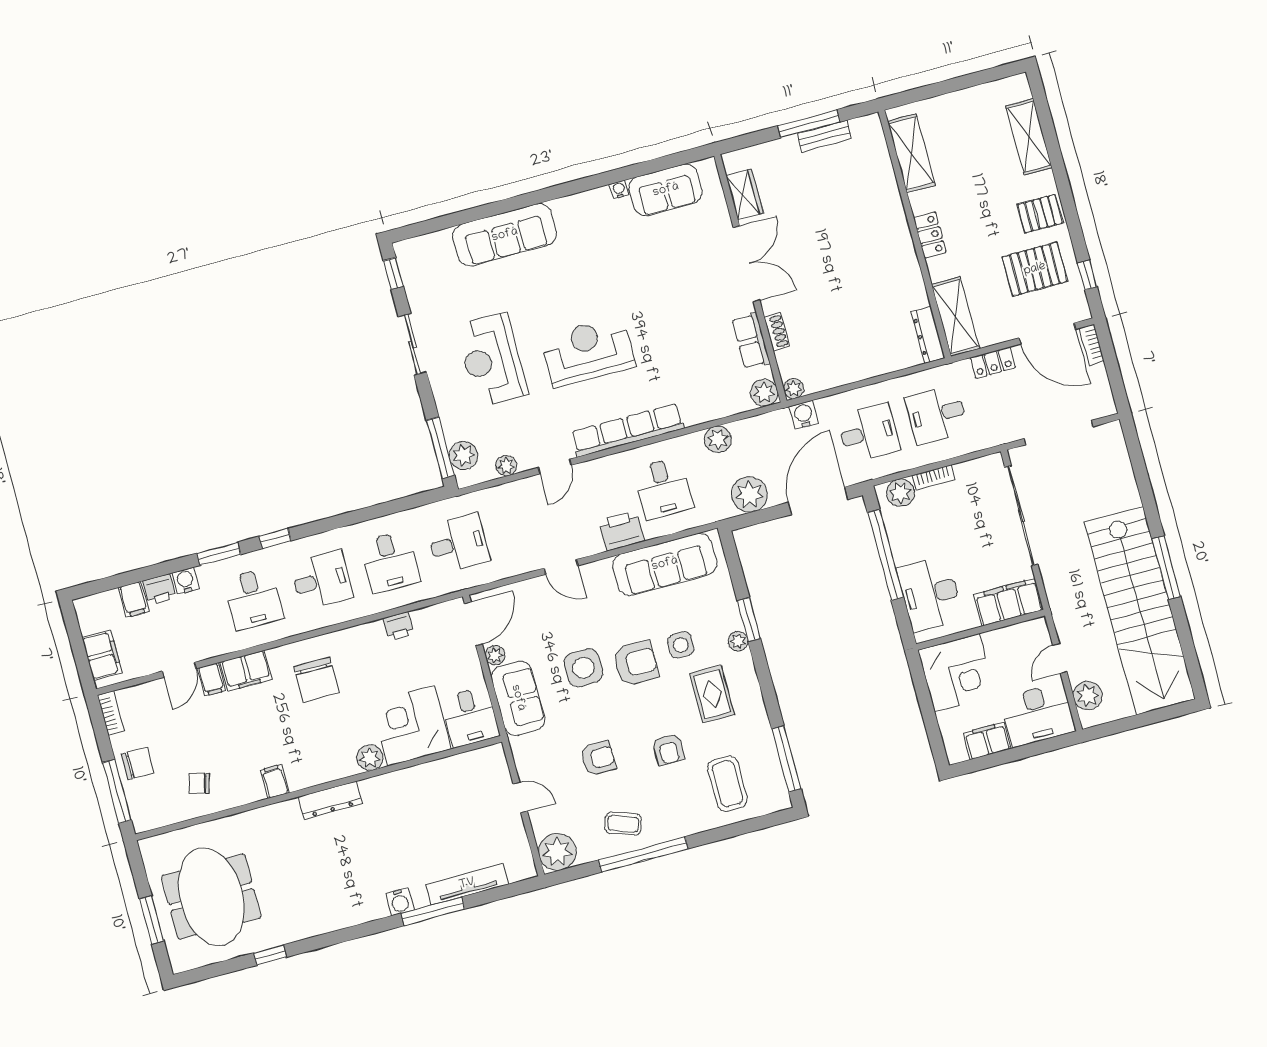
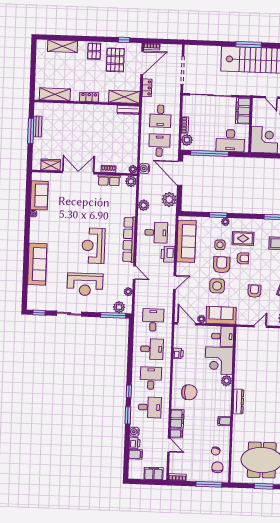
armchair: (668, 749) -> (243, 258), moved
chair: (138, 763) -> (217, 467), moved

